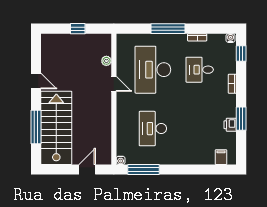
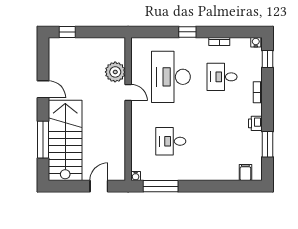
window: (78, 29) -> (67, 32), moved
window: (168, 29) -> (187, 32), width x0.46
plant: (106, 61) -> (115, 72), width x1.87, depth x1.87
window: (241, 119) -> (267, 144), moved
printer: (230, 125) -> (255, 123), moved
desk: (153, 129) -> (171, 141), width x0.73

